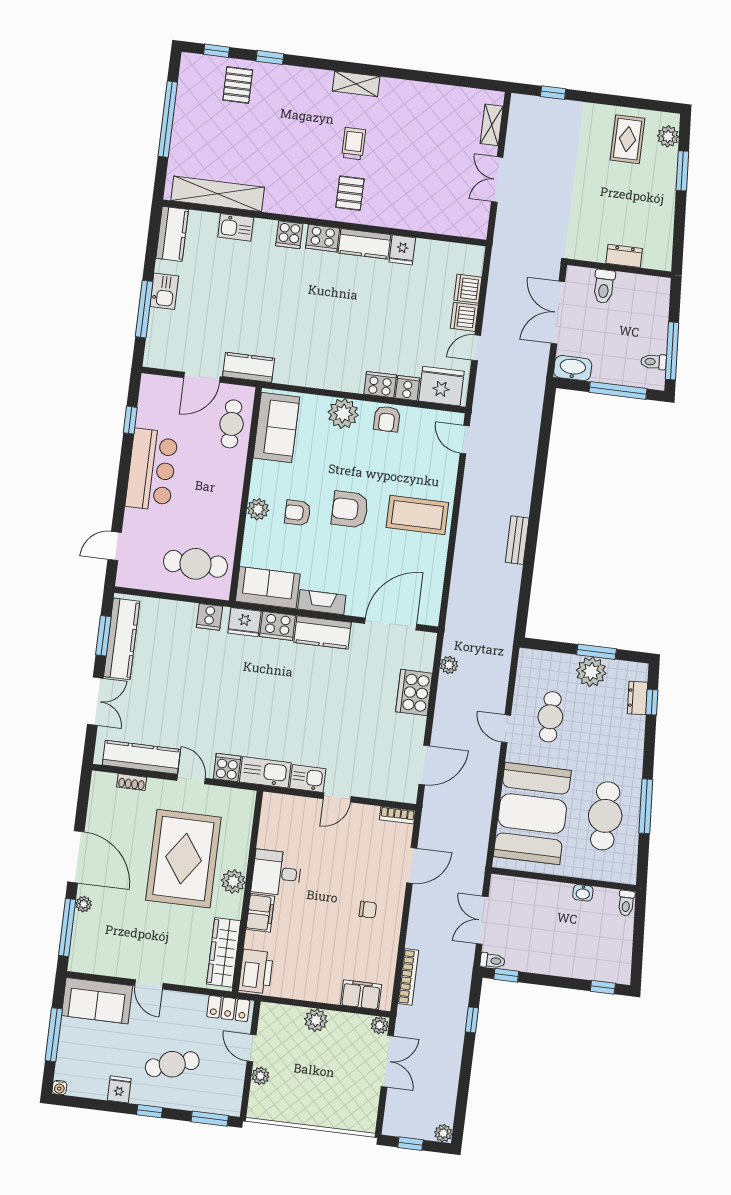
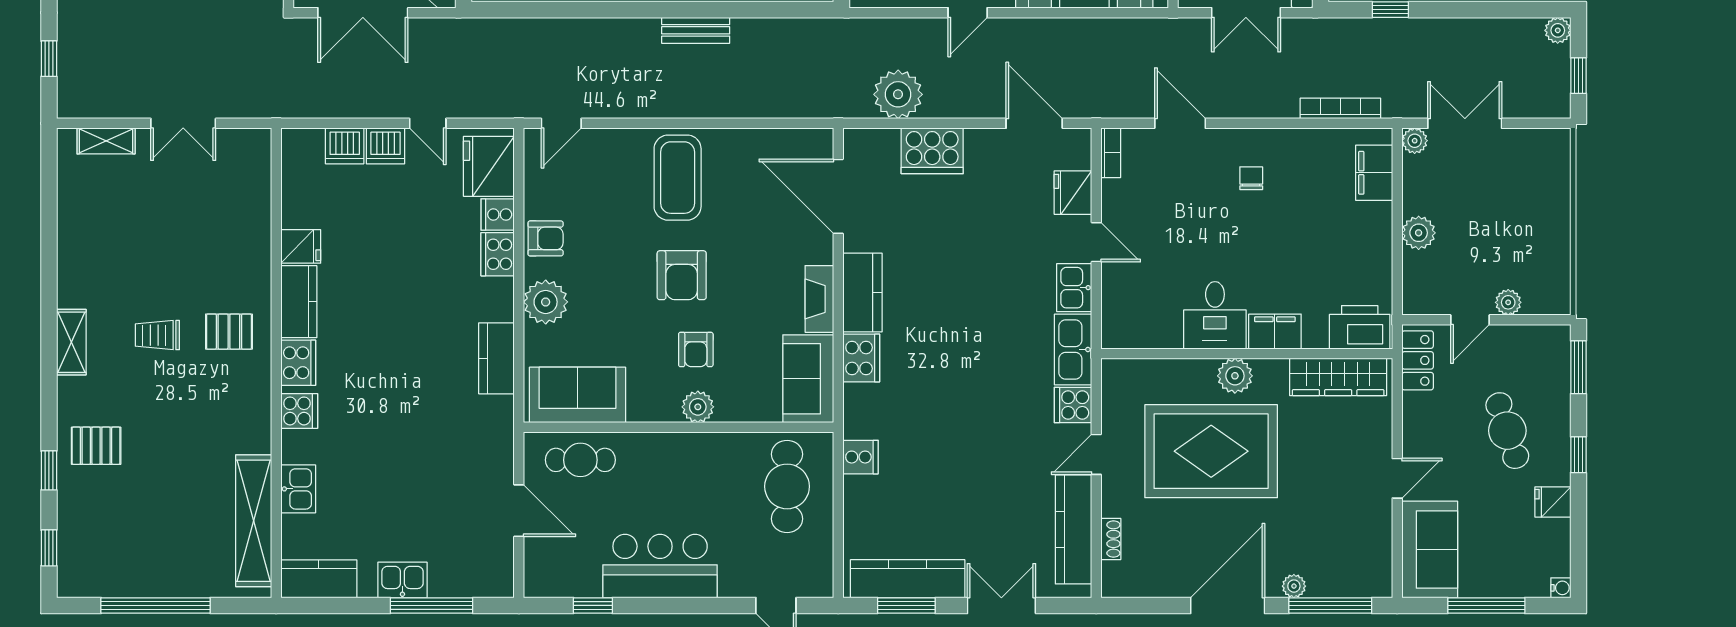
pallet: (238, 85) -> (96, 446), moved
kitchen counter: (249, 367) -> (496, 358), moved
fridge: (244, 622) -> (1073, 193), moved, turned 180
plant: (449, 665) -> (898, 94), width x1.88, depth x1.88

